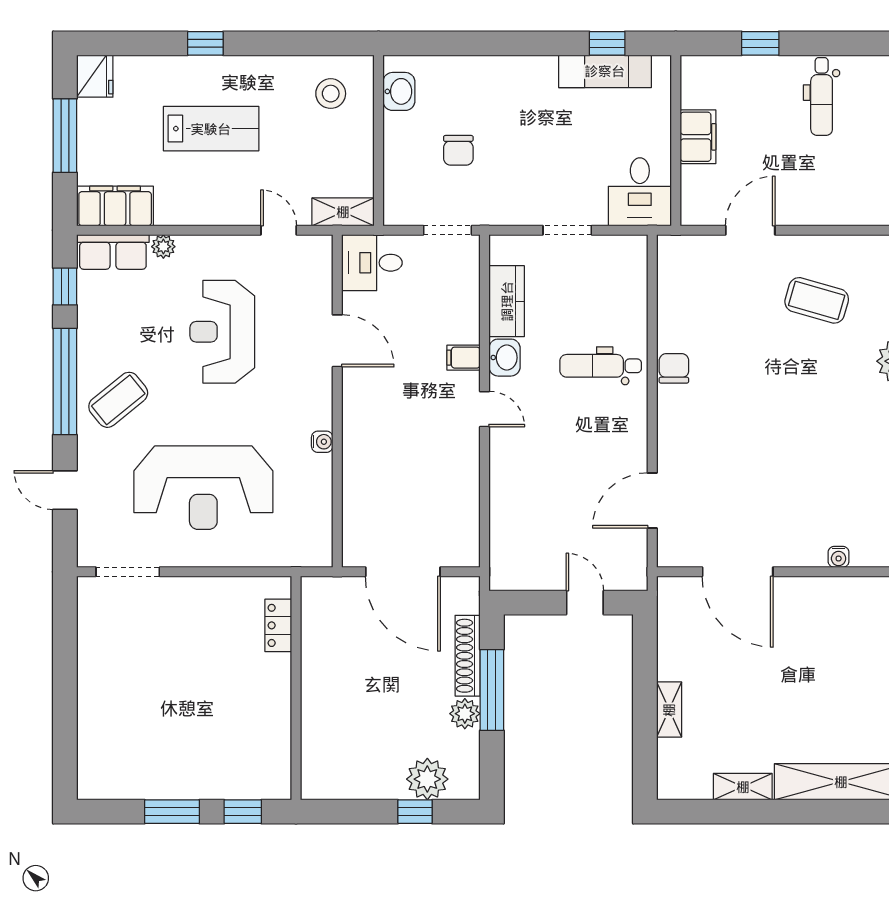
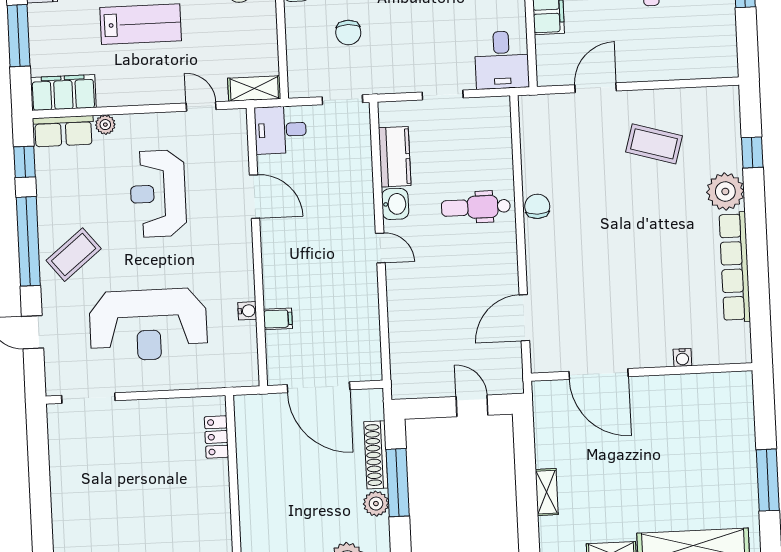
filing cabinet: (463, 358) -> (278, 319), moved, turned 180
water cooler: (322, 442) -> (247, 311), moved

